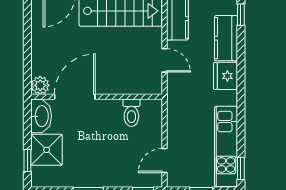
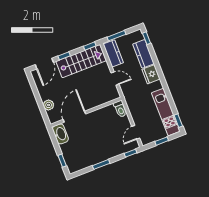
plant: (40, 85) -> (49, 105), moved
toilet: (131, 113) -> (120, 109), moved
shower: (47, 150) -> (70, 151), removed

